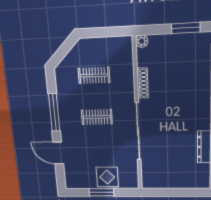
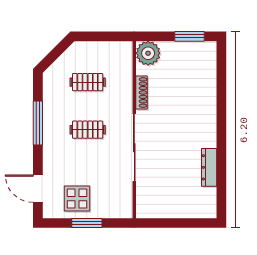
plant: (142, 41) -> (148, 53), width x1.88, depth x1.88
door: (58, 153) -> (38, 189), moved
display table: (107, 177) -> (77, 199), moved

